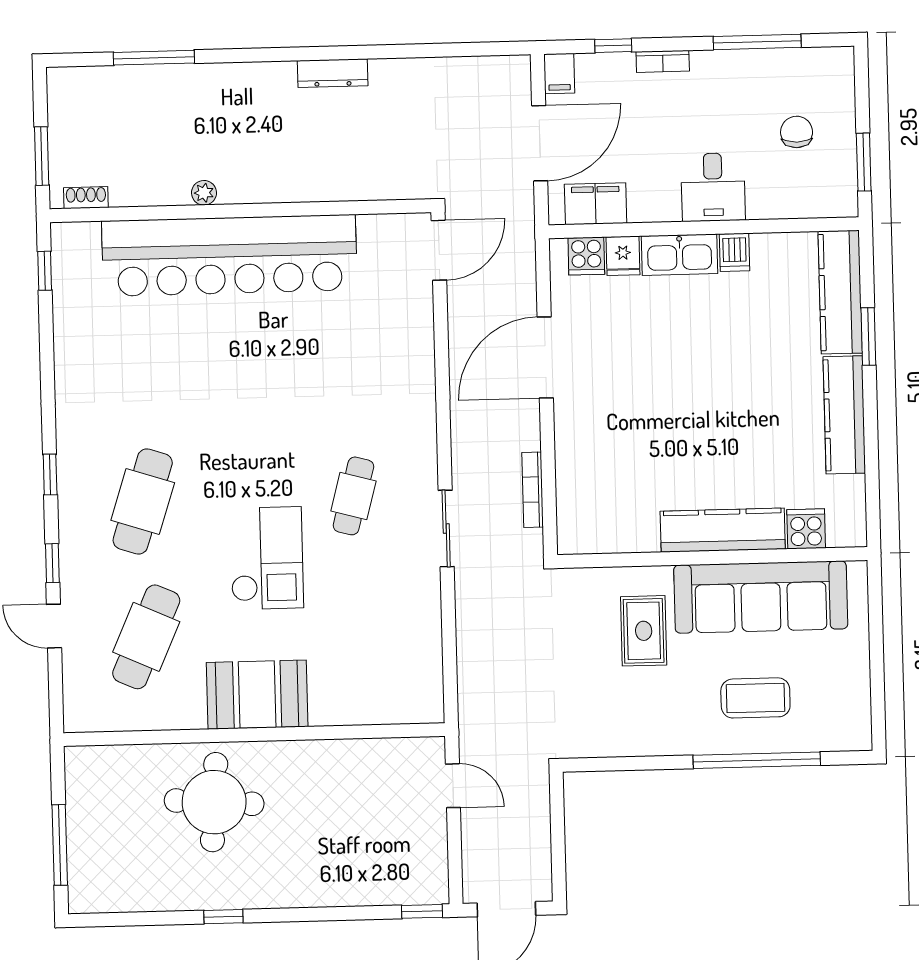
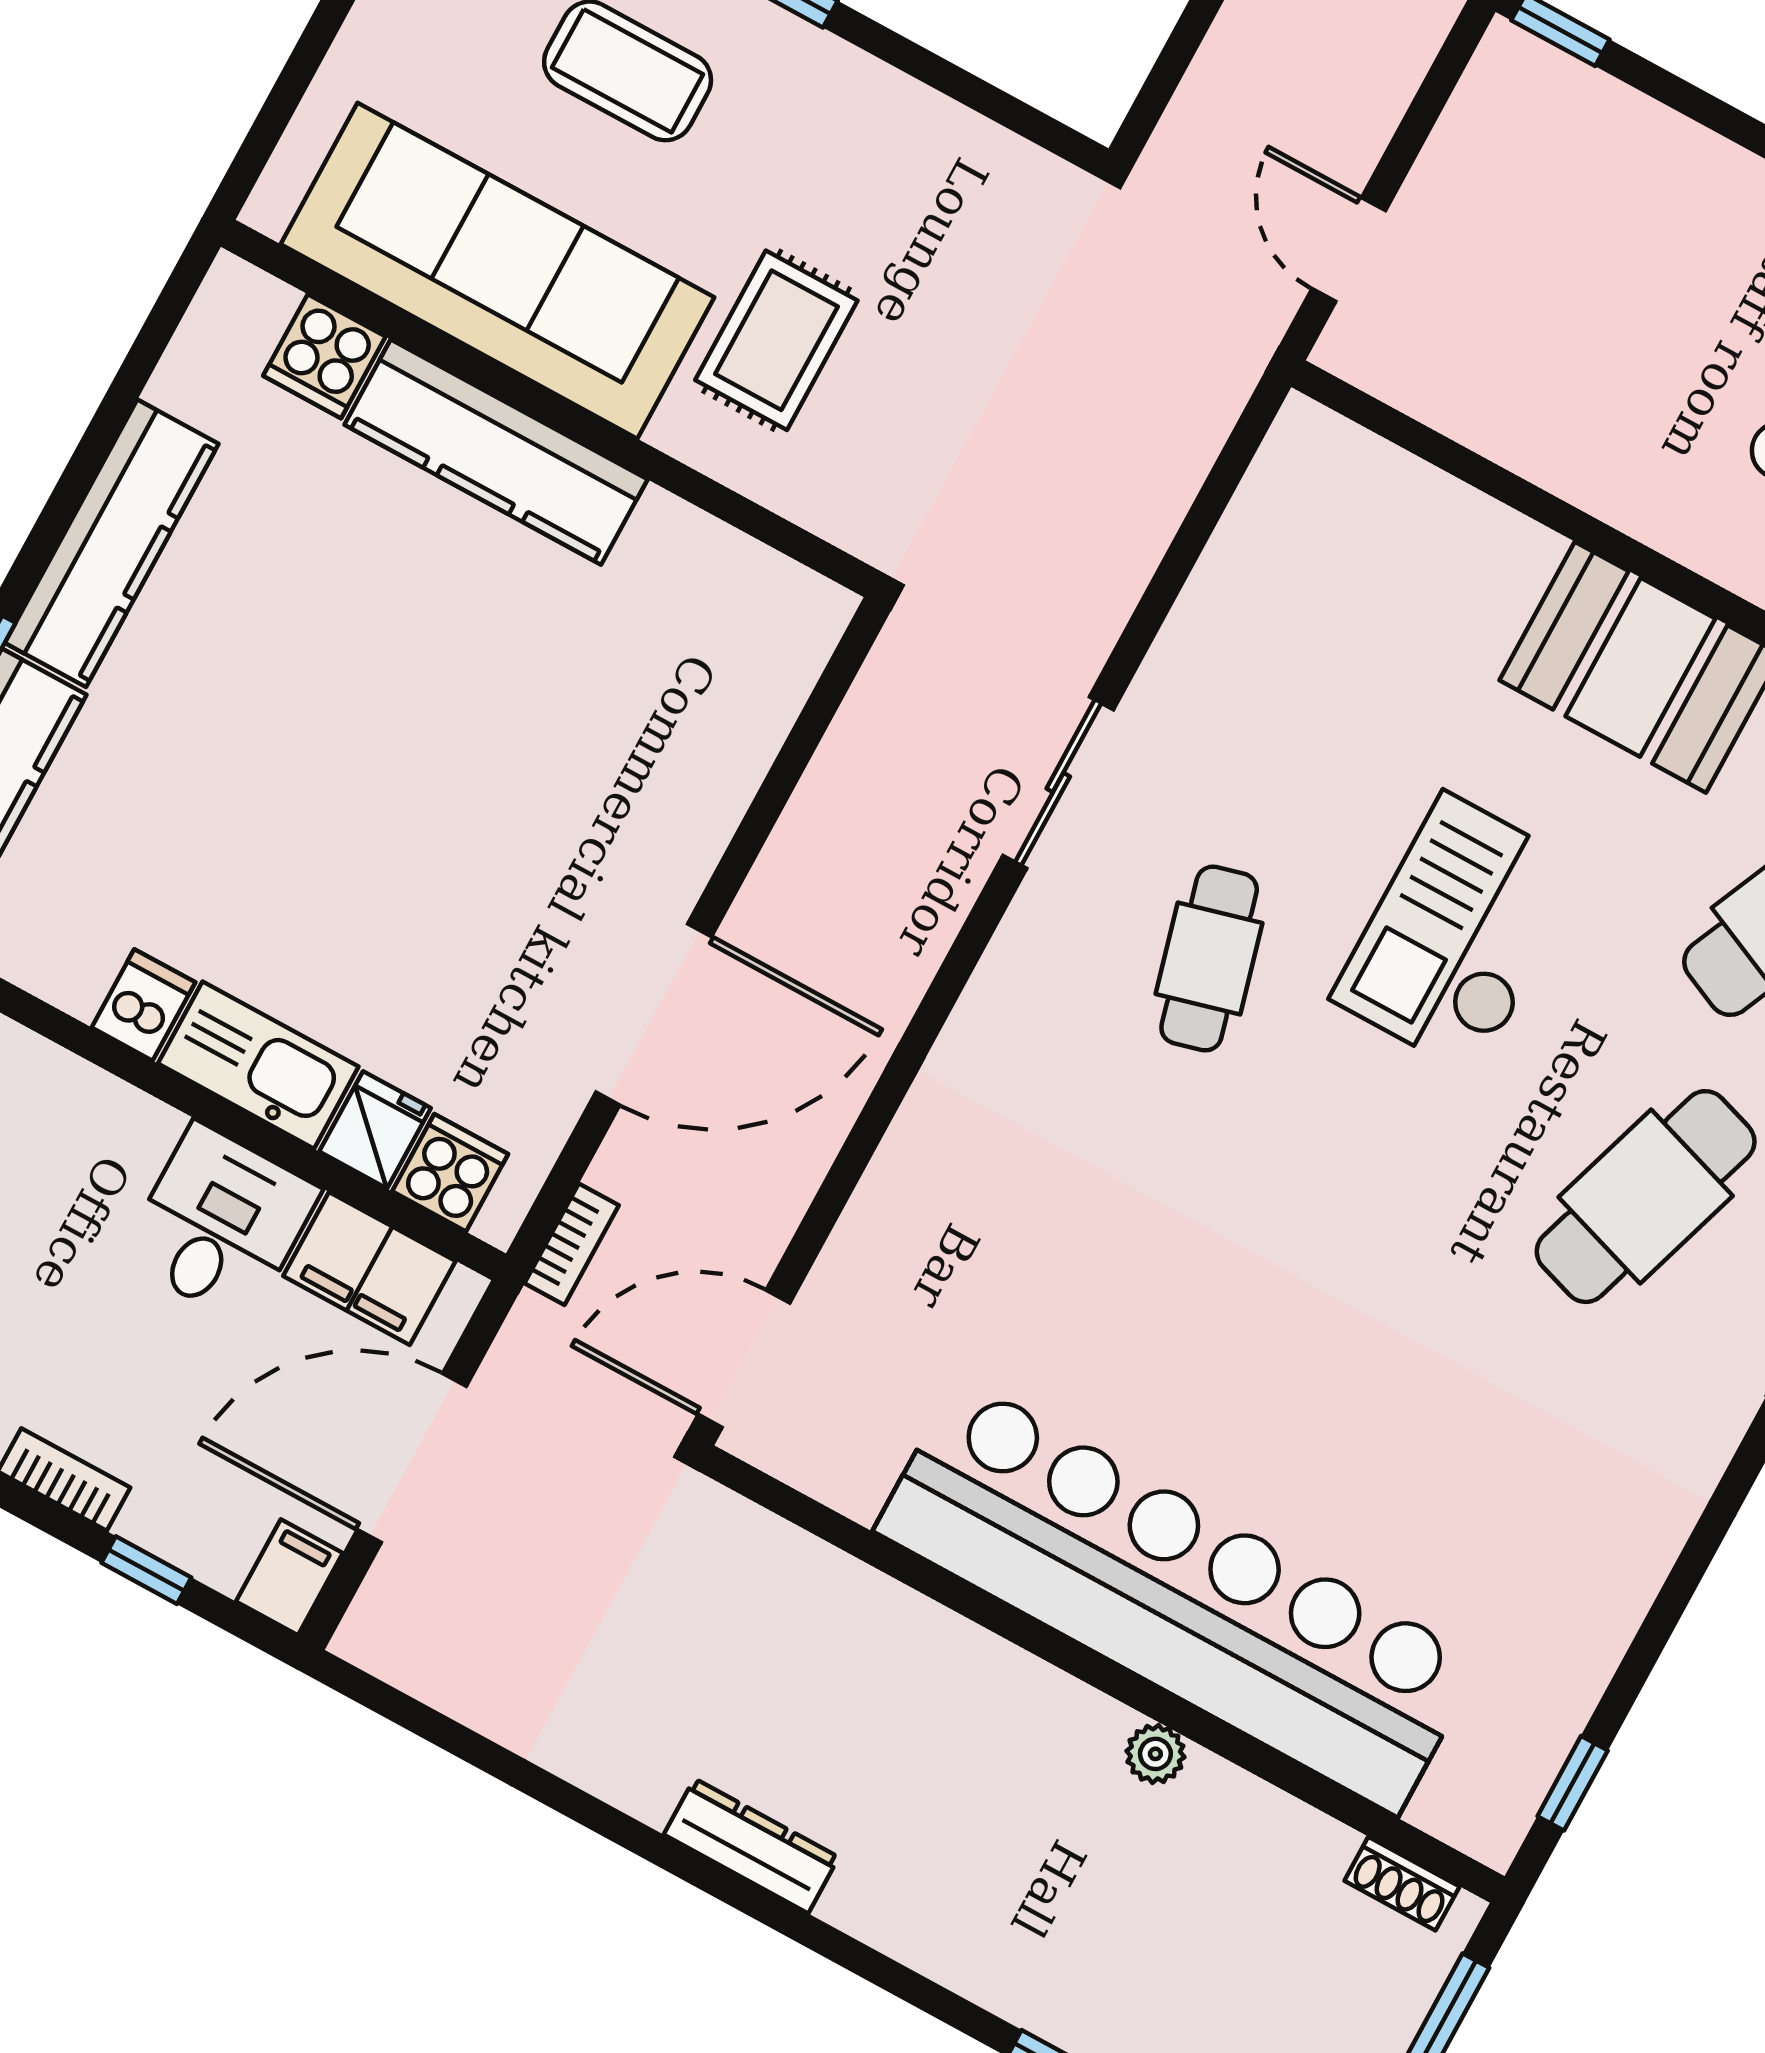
desk: (713, 187) -> (220, 1224), moved
bookcase: (533, 490) -> (572, 1244), moved, width x0.64
cafe table: (353, 496) -> (1209, 959), turned -30

